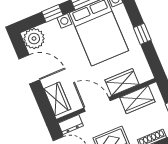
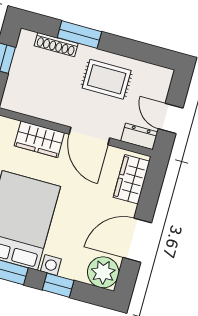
door: (29, 69) -> (137, 240), hinge flipped
wardrobe: (137, 100) -> (37, 104), removed

